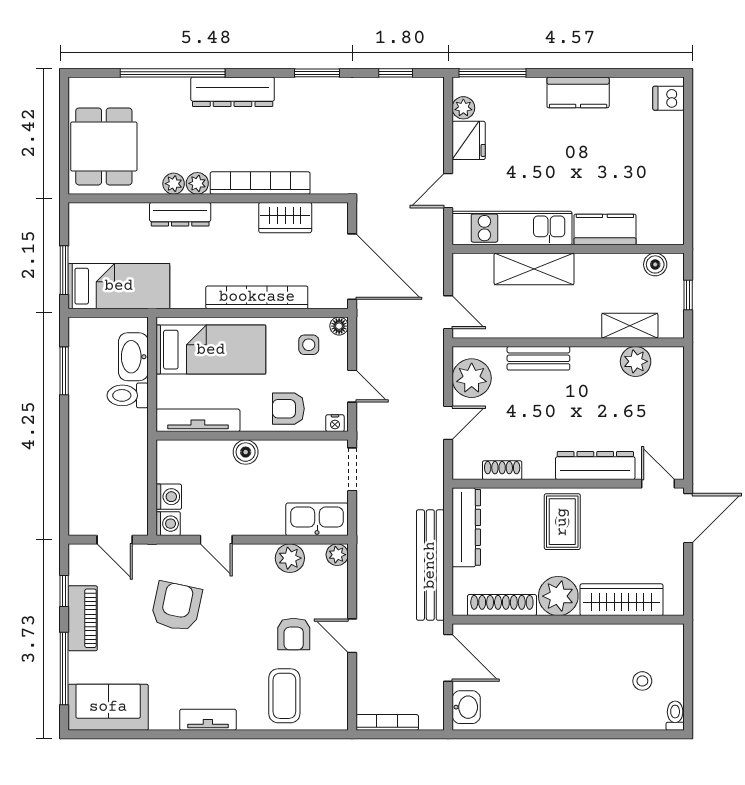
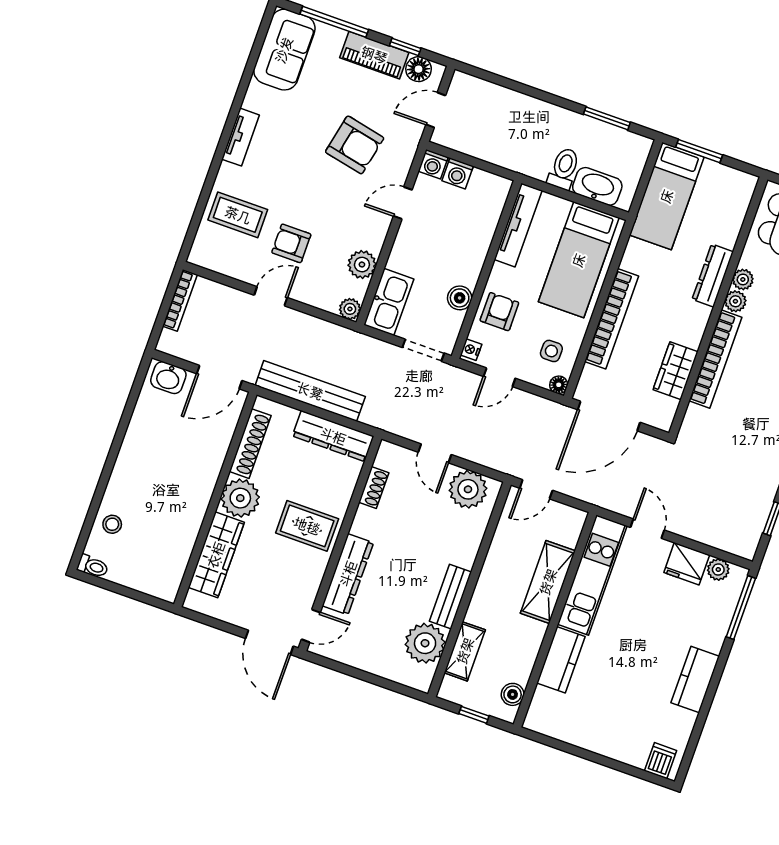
bench: (538, 358) -> (451, 597), moved
plant: (636, 361) -> (425, 643), width x1.36, depth x1.36
boiler: (246, 452) -> (460, 298), moved
floor lamp: (81, 570) -> (419, 69), added
stool: (642, 681) -> (112, 524), moved

